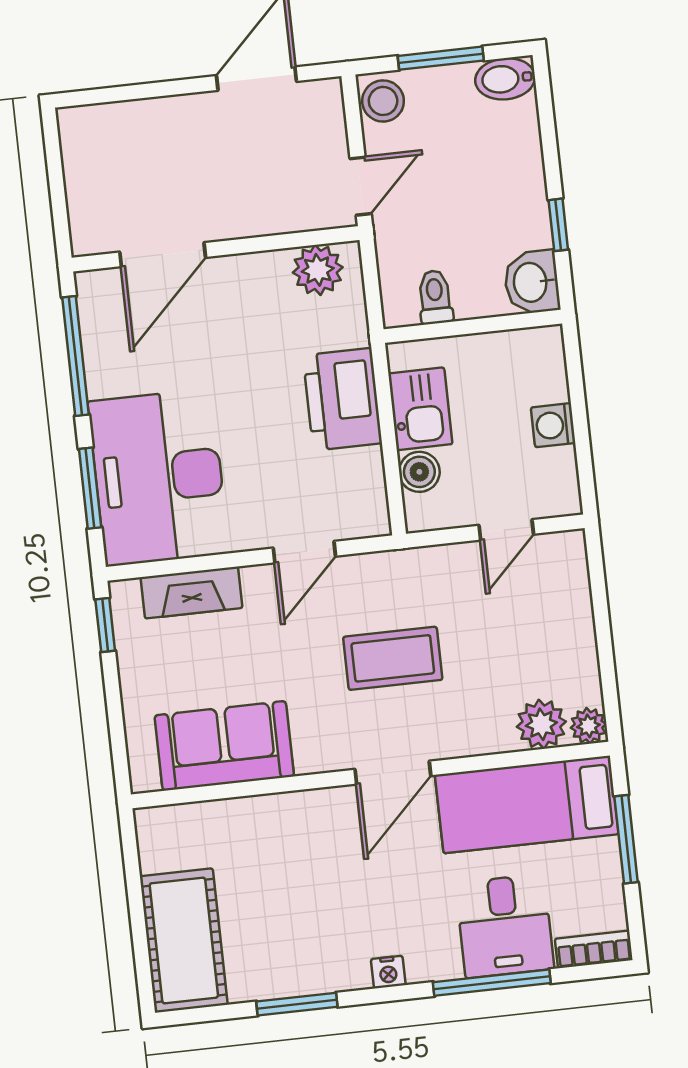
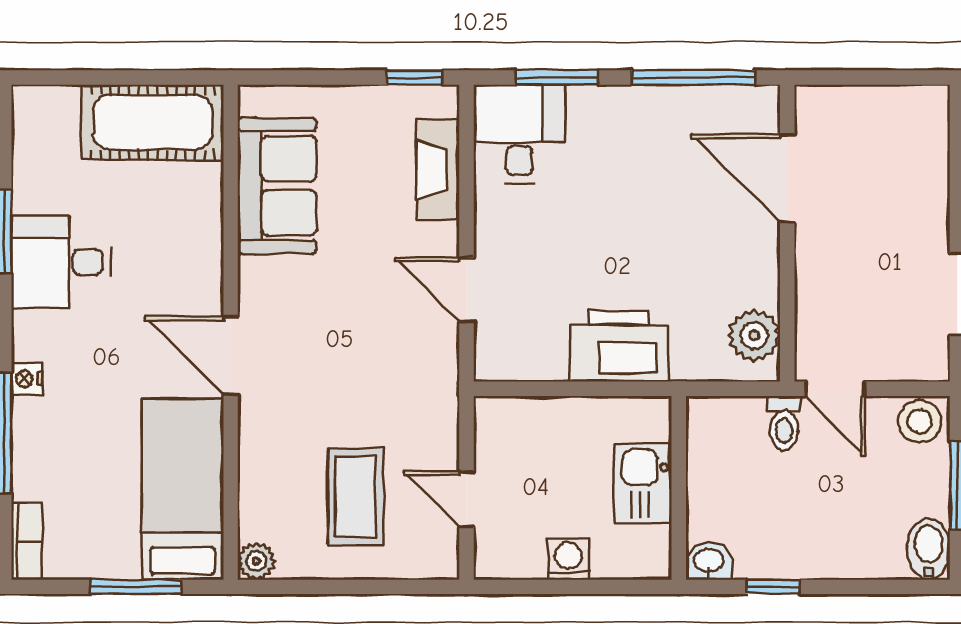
washbasin: (532, 282) -> (709, 561), width x0.72, depth x0.69
toilet: (435, 297) -> (784, 423), moved, turned 90
kitchen sink: (420, 409) -> (643, 483), moved, turned 90
boiler: (419, 472) -> (536, 417), removed
desk: (159, 477) -> (519, 134), width x0.53, depth x0.77
coffee table: (393, 658) -> (356, 497), moved
plant: (541, 724) -> (263, 513), removed
desk: (505, 926) -> (61, 262), moved
cot: (184, 940) -> (153, 122), moved
nightstand: (388, 972) -> (27, 379), moved

